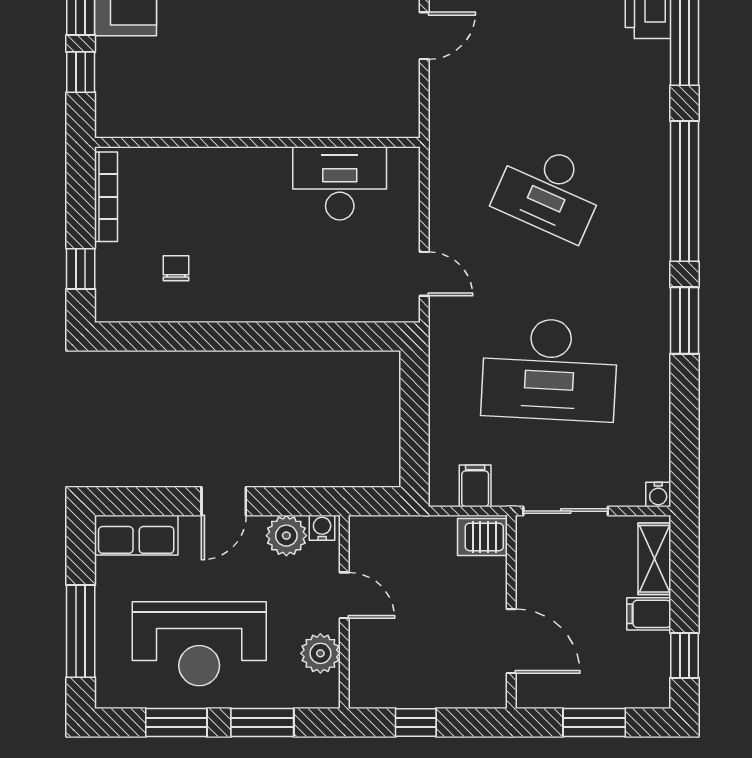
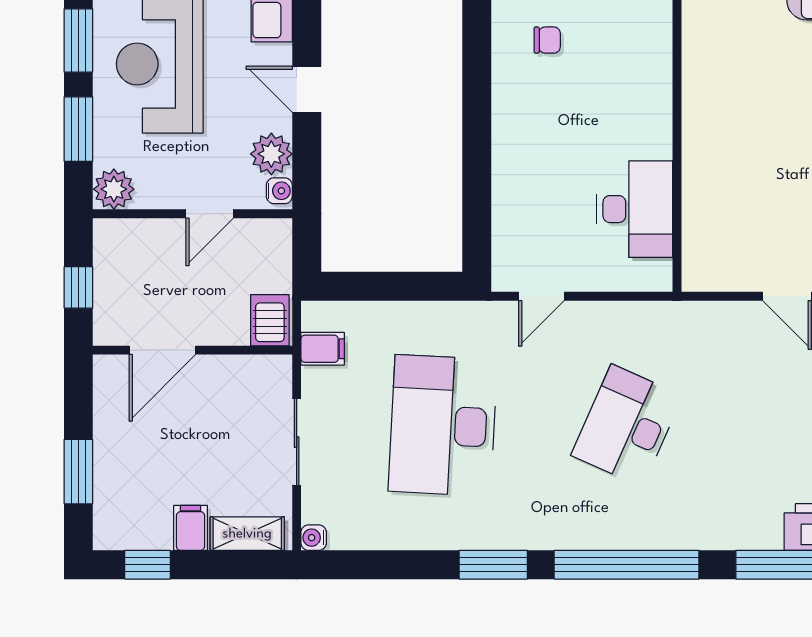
server rack: (482, 537) -> (270, 320), moved
wall: (511, 612) -> (193, 350), moved
door: (511, 641) -> (162, 350), moved
plant: (320, 653) -> (114, 189), moved

